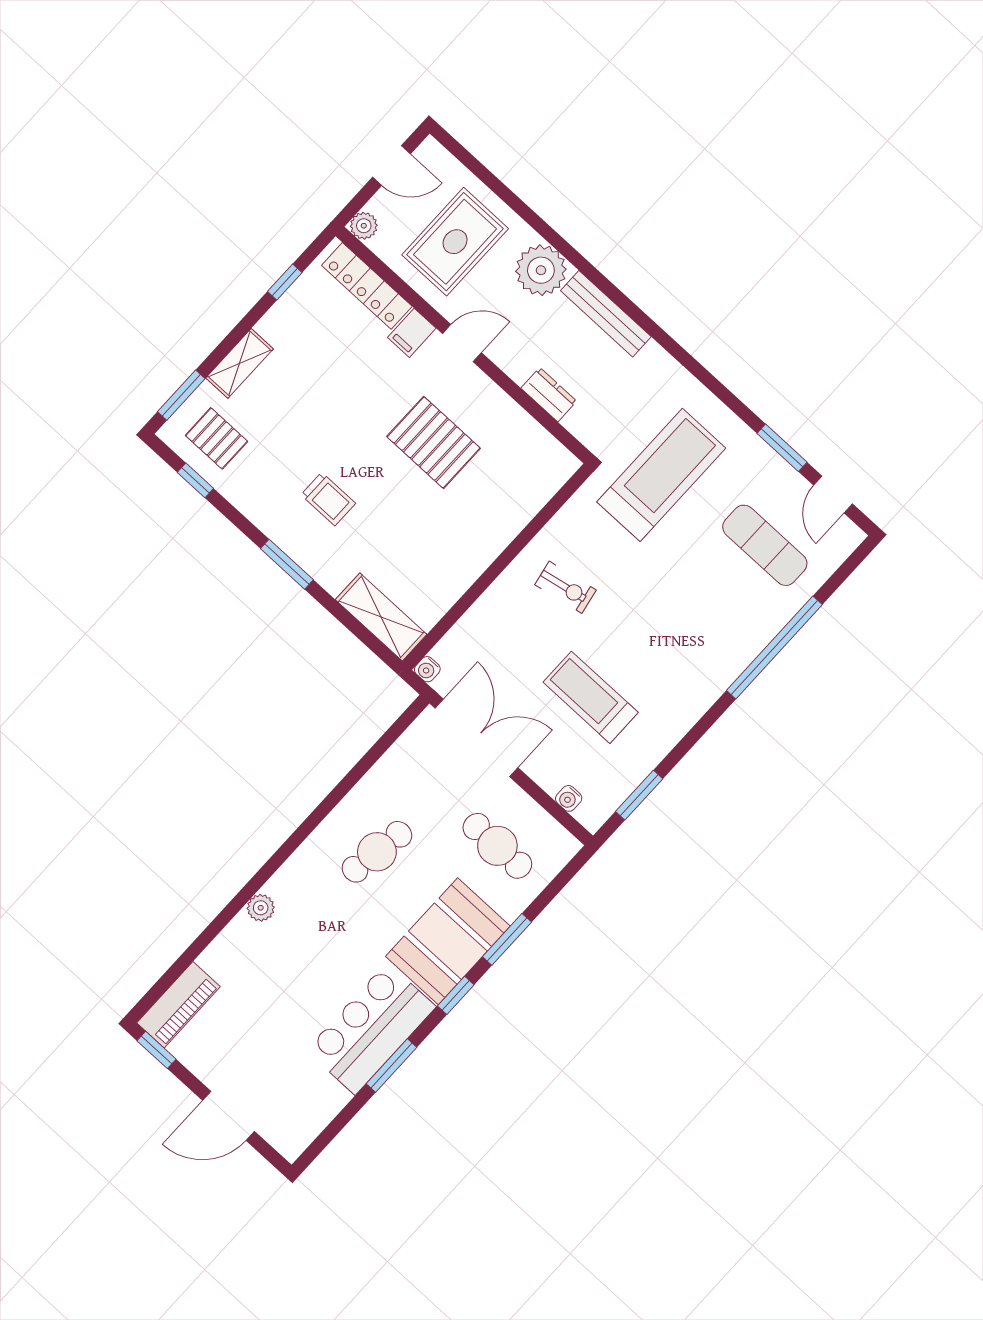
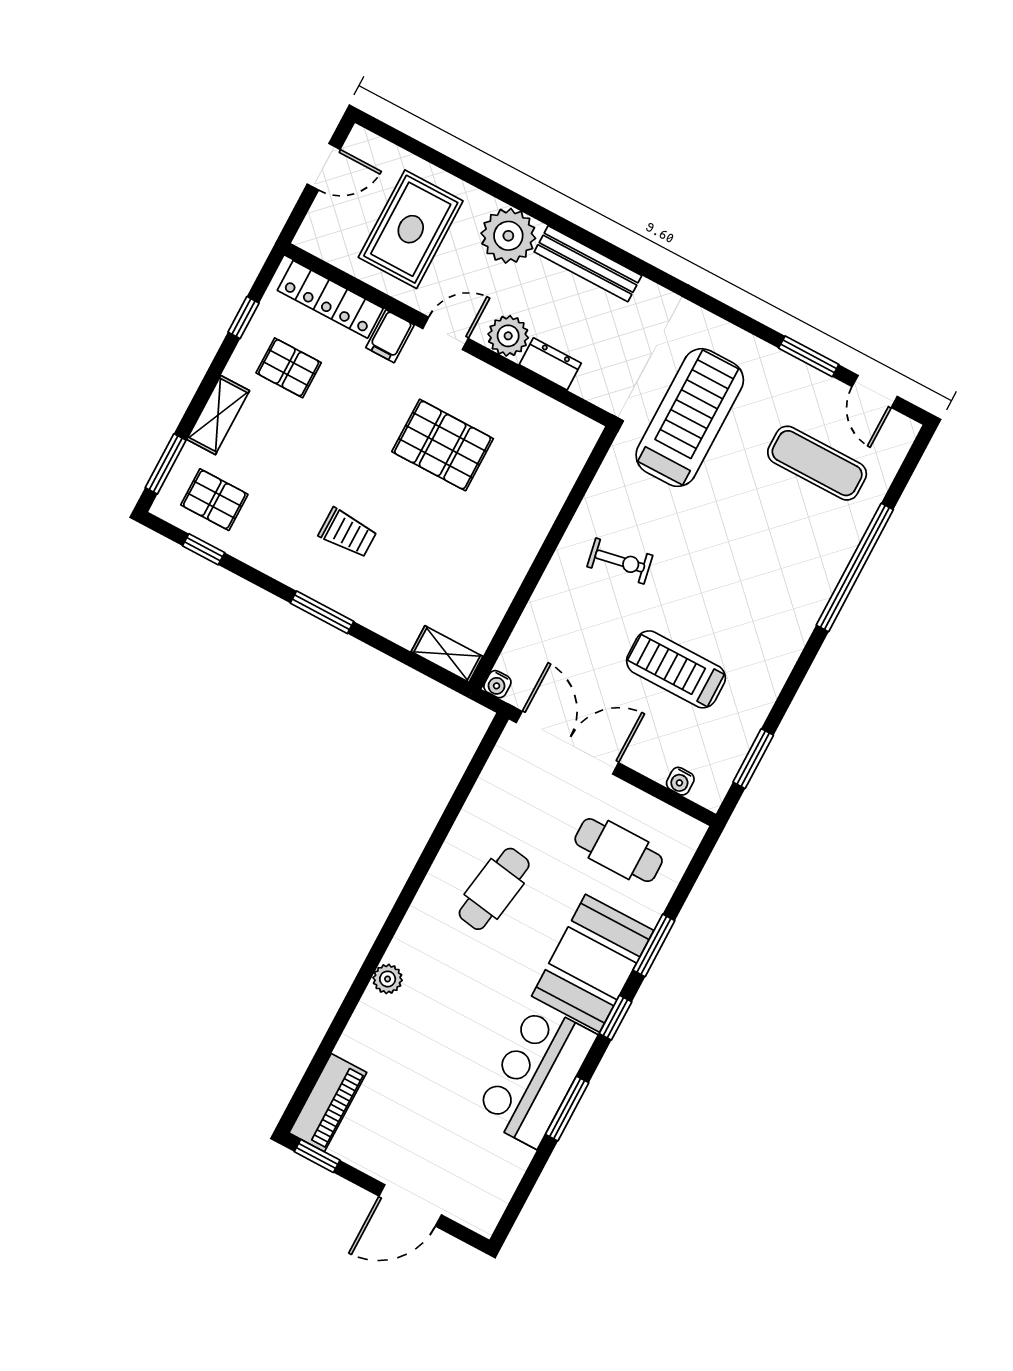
plant: (364, 226) -> (508, 336), moved, width x1.38, depth x1.38
pallet: (314, 338) -> (289, 368), added
shelving: (381, 617) -> (447, 654), width x0.67, depth x0.75

